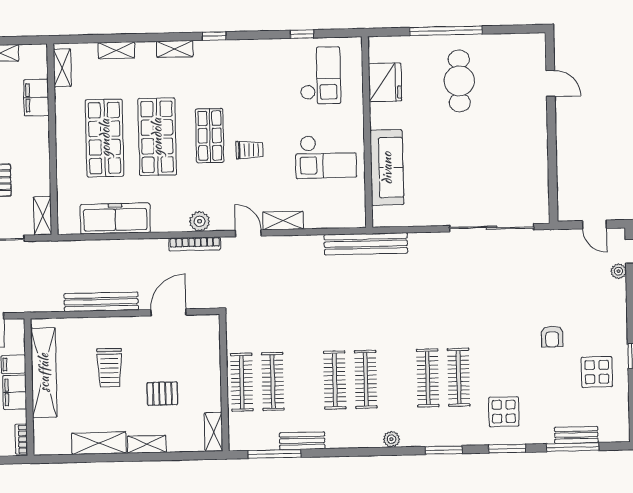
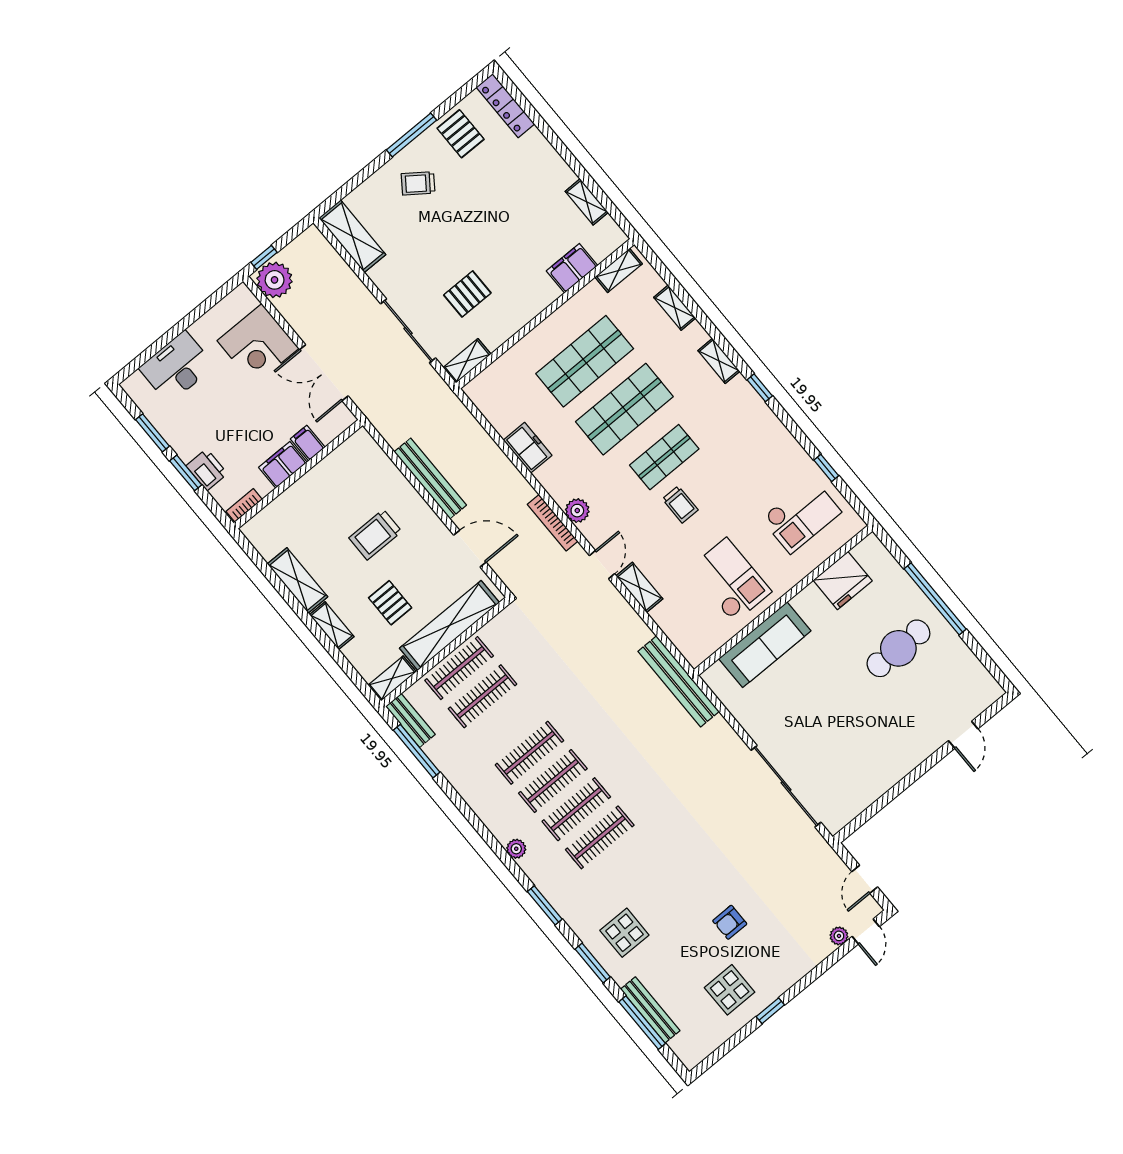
checkout: (326, 157) -> (730, 580), turned 180
freezer: (115, 218) -> (528, 448), width x0.52, depth x0.79
shelving: (44, 373) -> (449, 625), moved
clothes rail: (459, 377) -> (576, 809), moved
bench: (576, 435) -> (650, 1010), width x1.36
bench: (302, 441) -> (410, 720), moved

